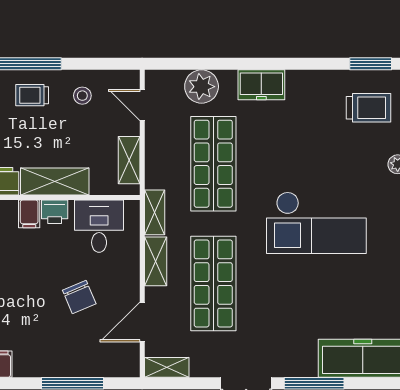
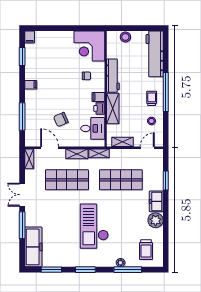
window: (371, 64) -> (166, 181), moved
plant: (202, 87) -> (156, 220), moved

